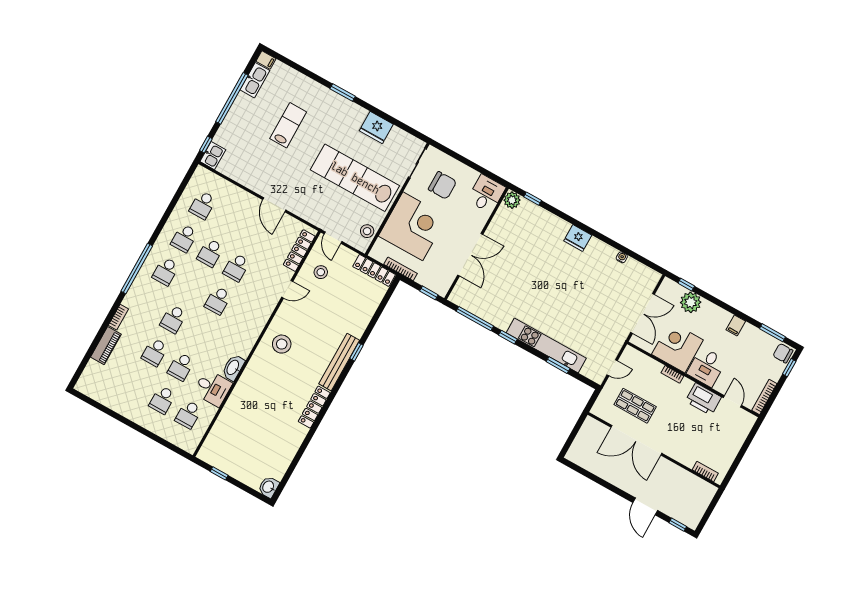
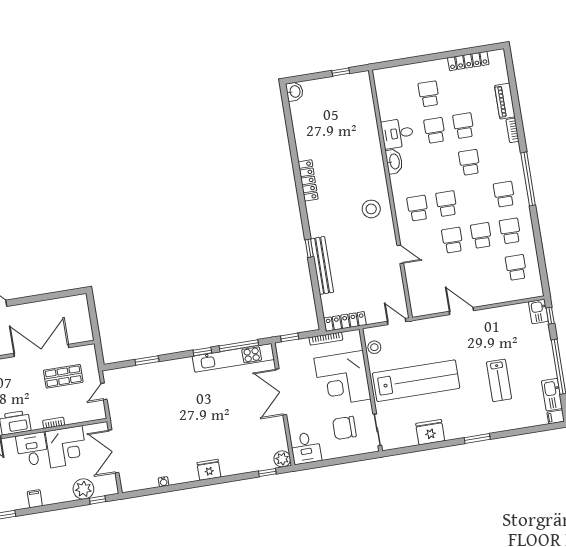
locker: (299, 251) -> (468, 61), moved, turned 90
stool: (321, 272) -> (385, 288), removed
door: (287, 289) -> (400, 254), swing flipped
kitchen unit: (546, 345) -> (233, 358), moved
bench: (339, 362) -> (322, 265), moved
school desk: (188, 414) -> (418, 208), moved

